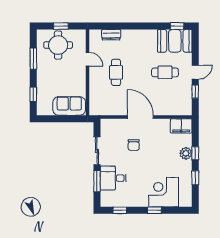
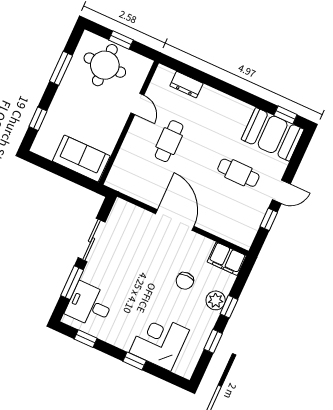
chair: (134, 145) -> (185, 281), moved
desk: (113, 178) -> (90, 305), moved

